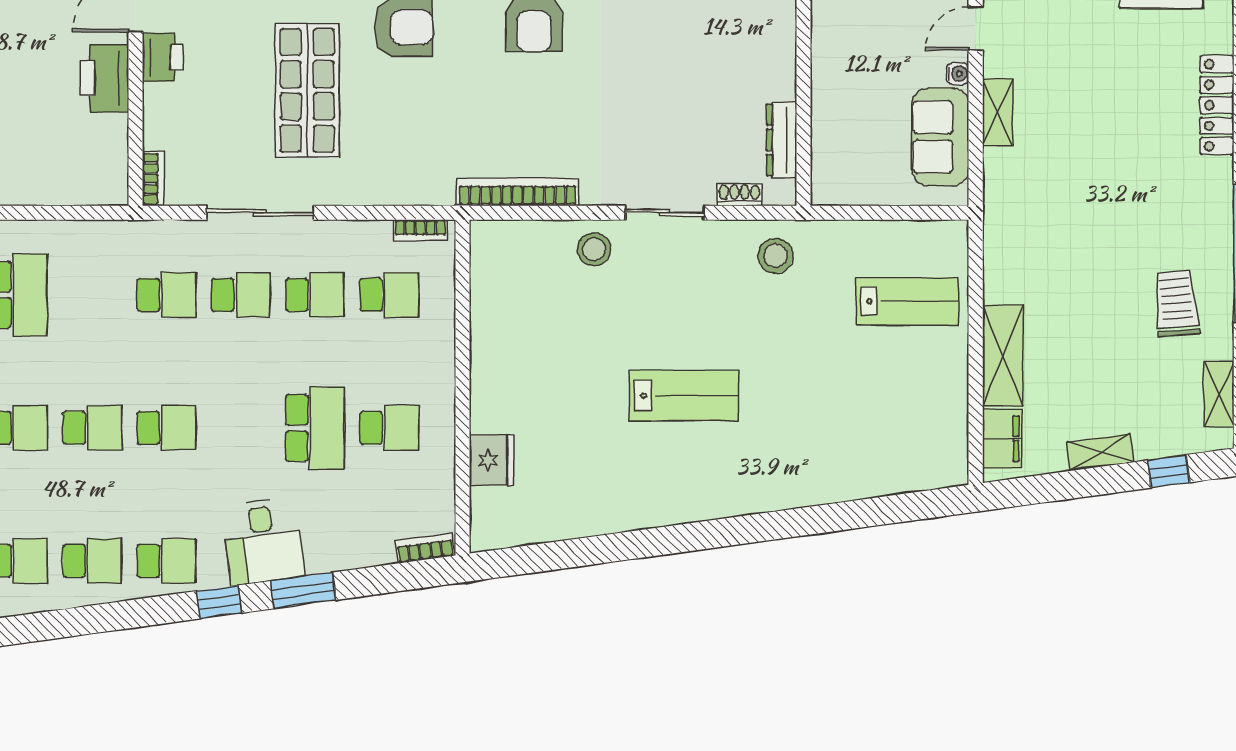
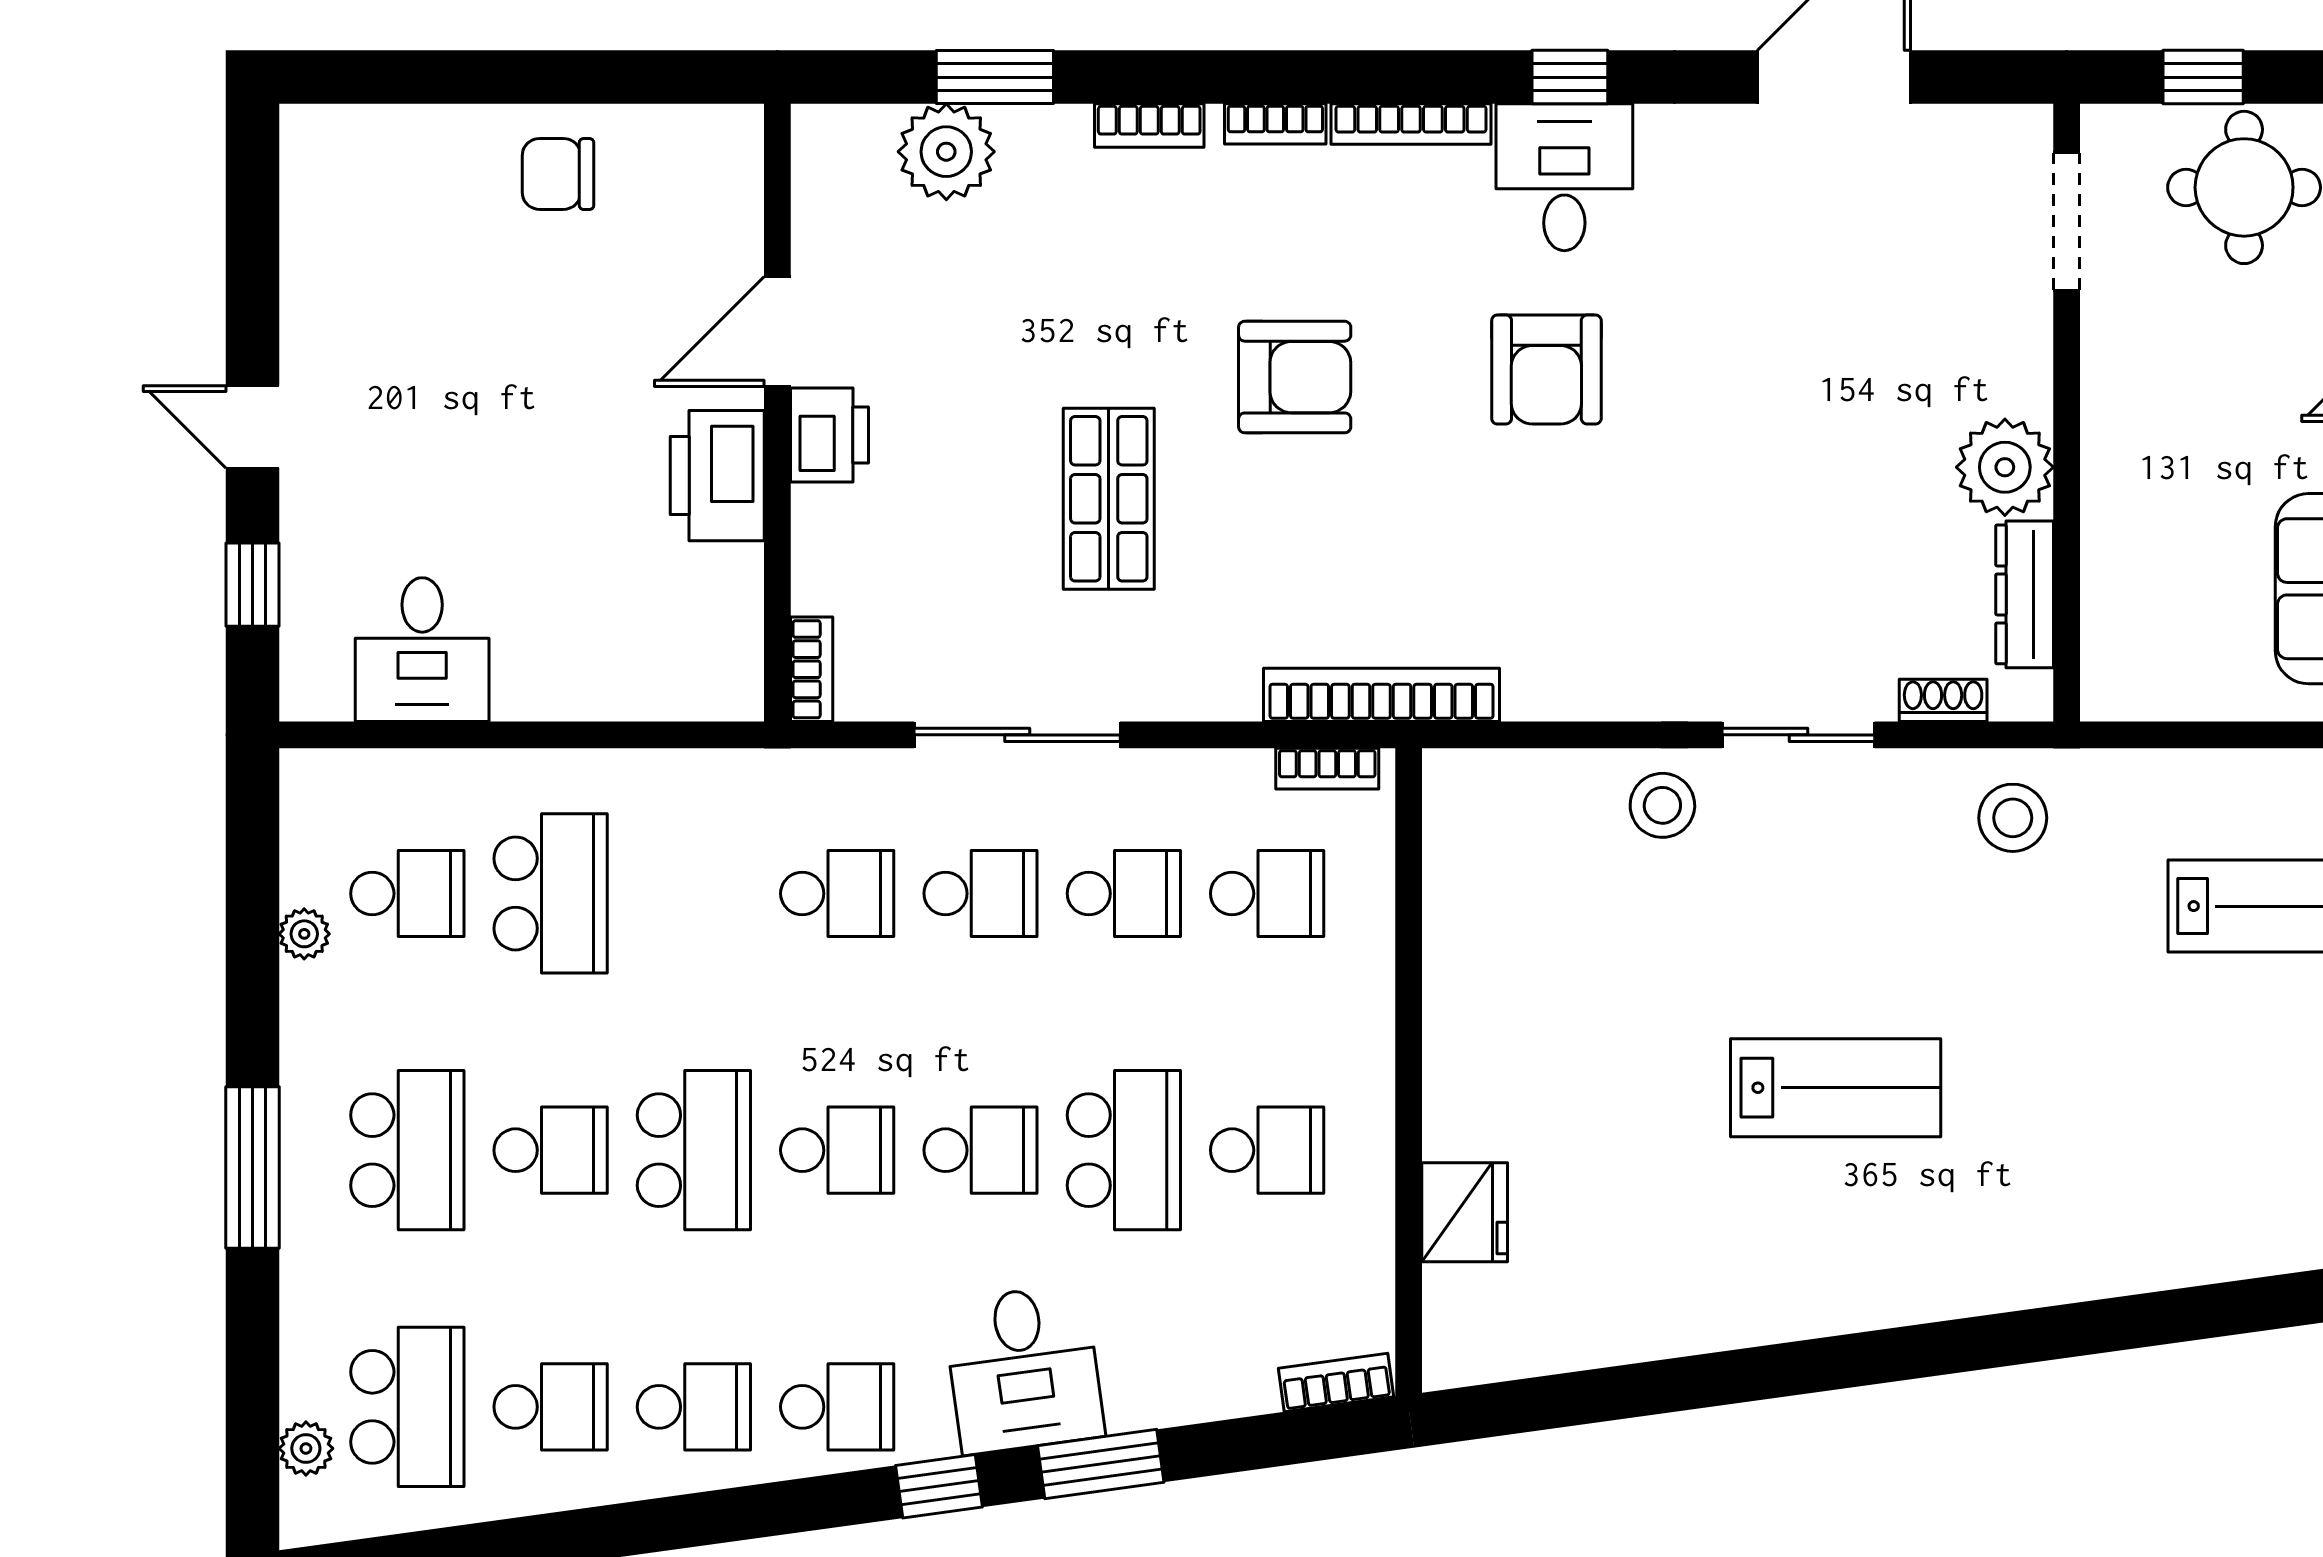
plant: (771, 74) -> (2005, 467), added
shop shelf: (307, 90) -> (1109, 499), width x0.70, depth x0.74
bookcase: (518, 192) -> (1381, 695), moved
school desk: (92, 428) -> (694, 1150), width x1.85
school desk: (241, 428) -> (980, 1150), added

